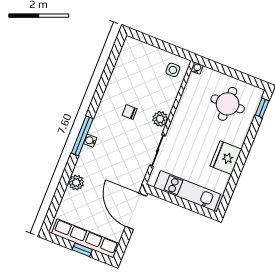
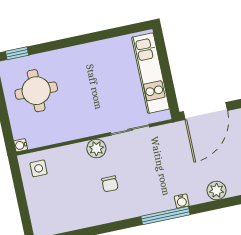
water cooler: (90, 141) -> (182, 201), moved
fridge: (226, 158) -> (91, 56), removed

